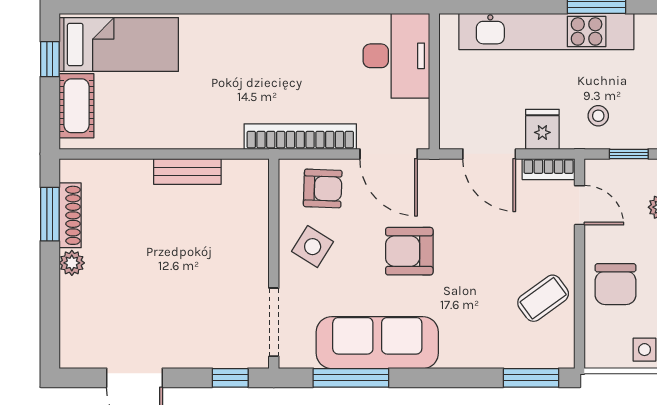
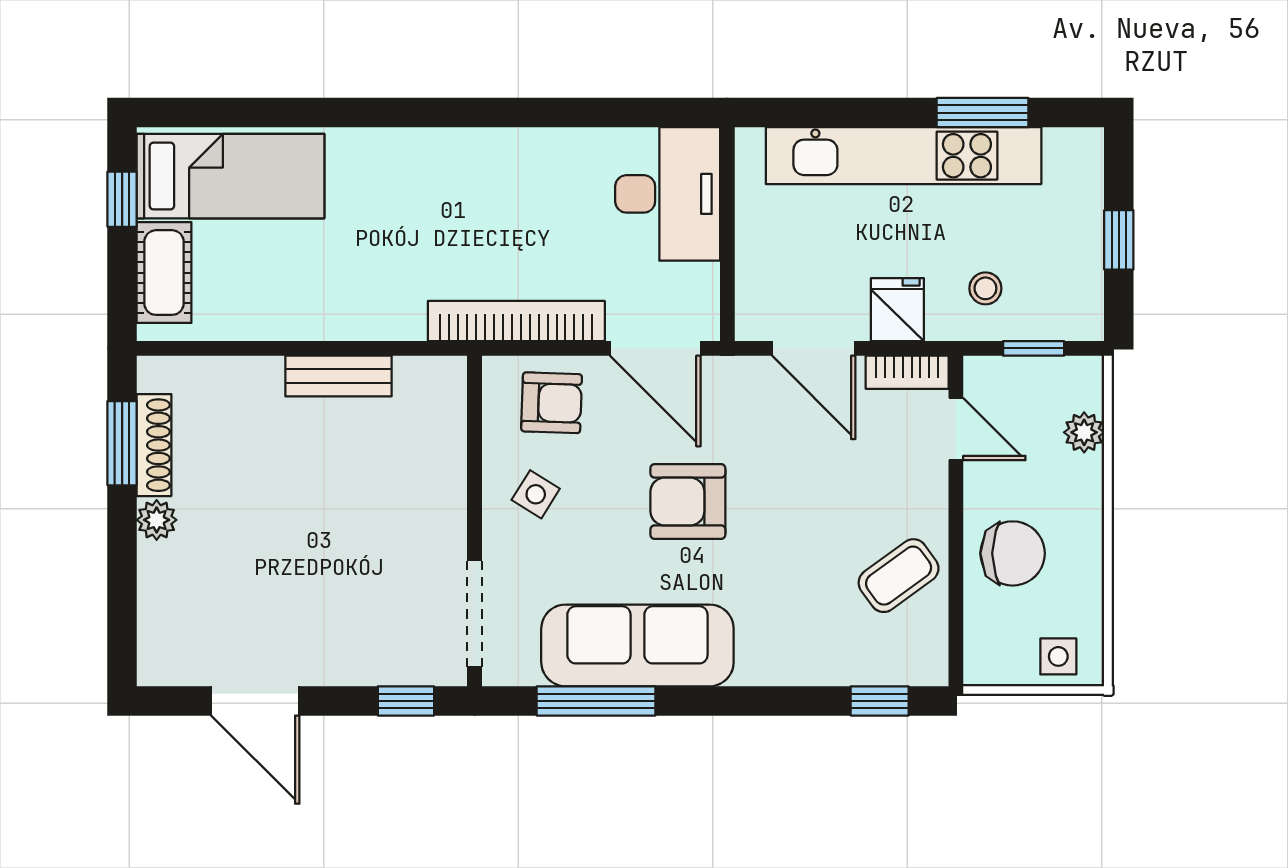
side table: (313, 247) -> (536, 494), width x0.73, depth x0.73
chair: (616, 284) -> (1013, 553), turned -90
window: (531, 378) -> (880, 701), width x0.67

